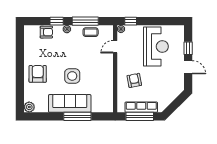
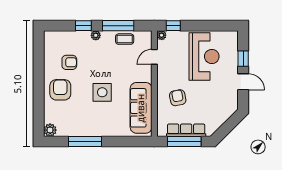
armchair: (46, 32) -> (69, 62), moved
sofa: (70, 103) -> (141, 108), moved, turned -90
window: (77, 116) -> (85, 141), moved

